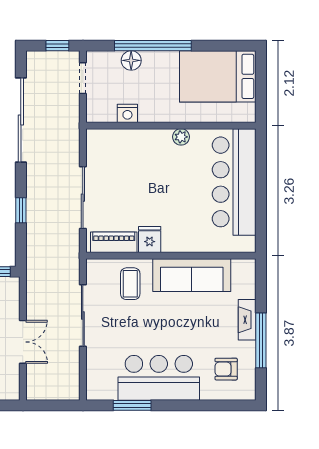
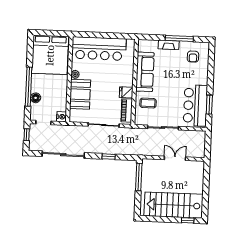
bed: (218, 76) -> (50, 55), width x1.36
nightstand: (127, 113) -> (61, 117), moved
booth: (142, 148) -> (80, 94), added
bar counter: (159, 378) -> (195, 105), moved

